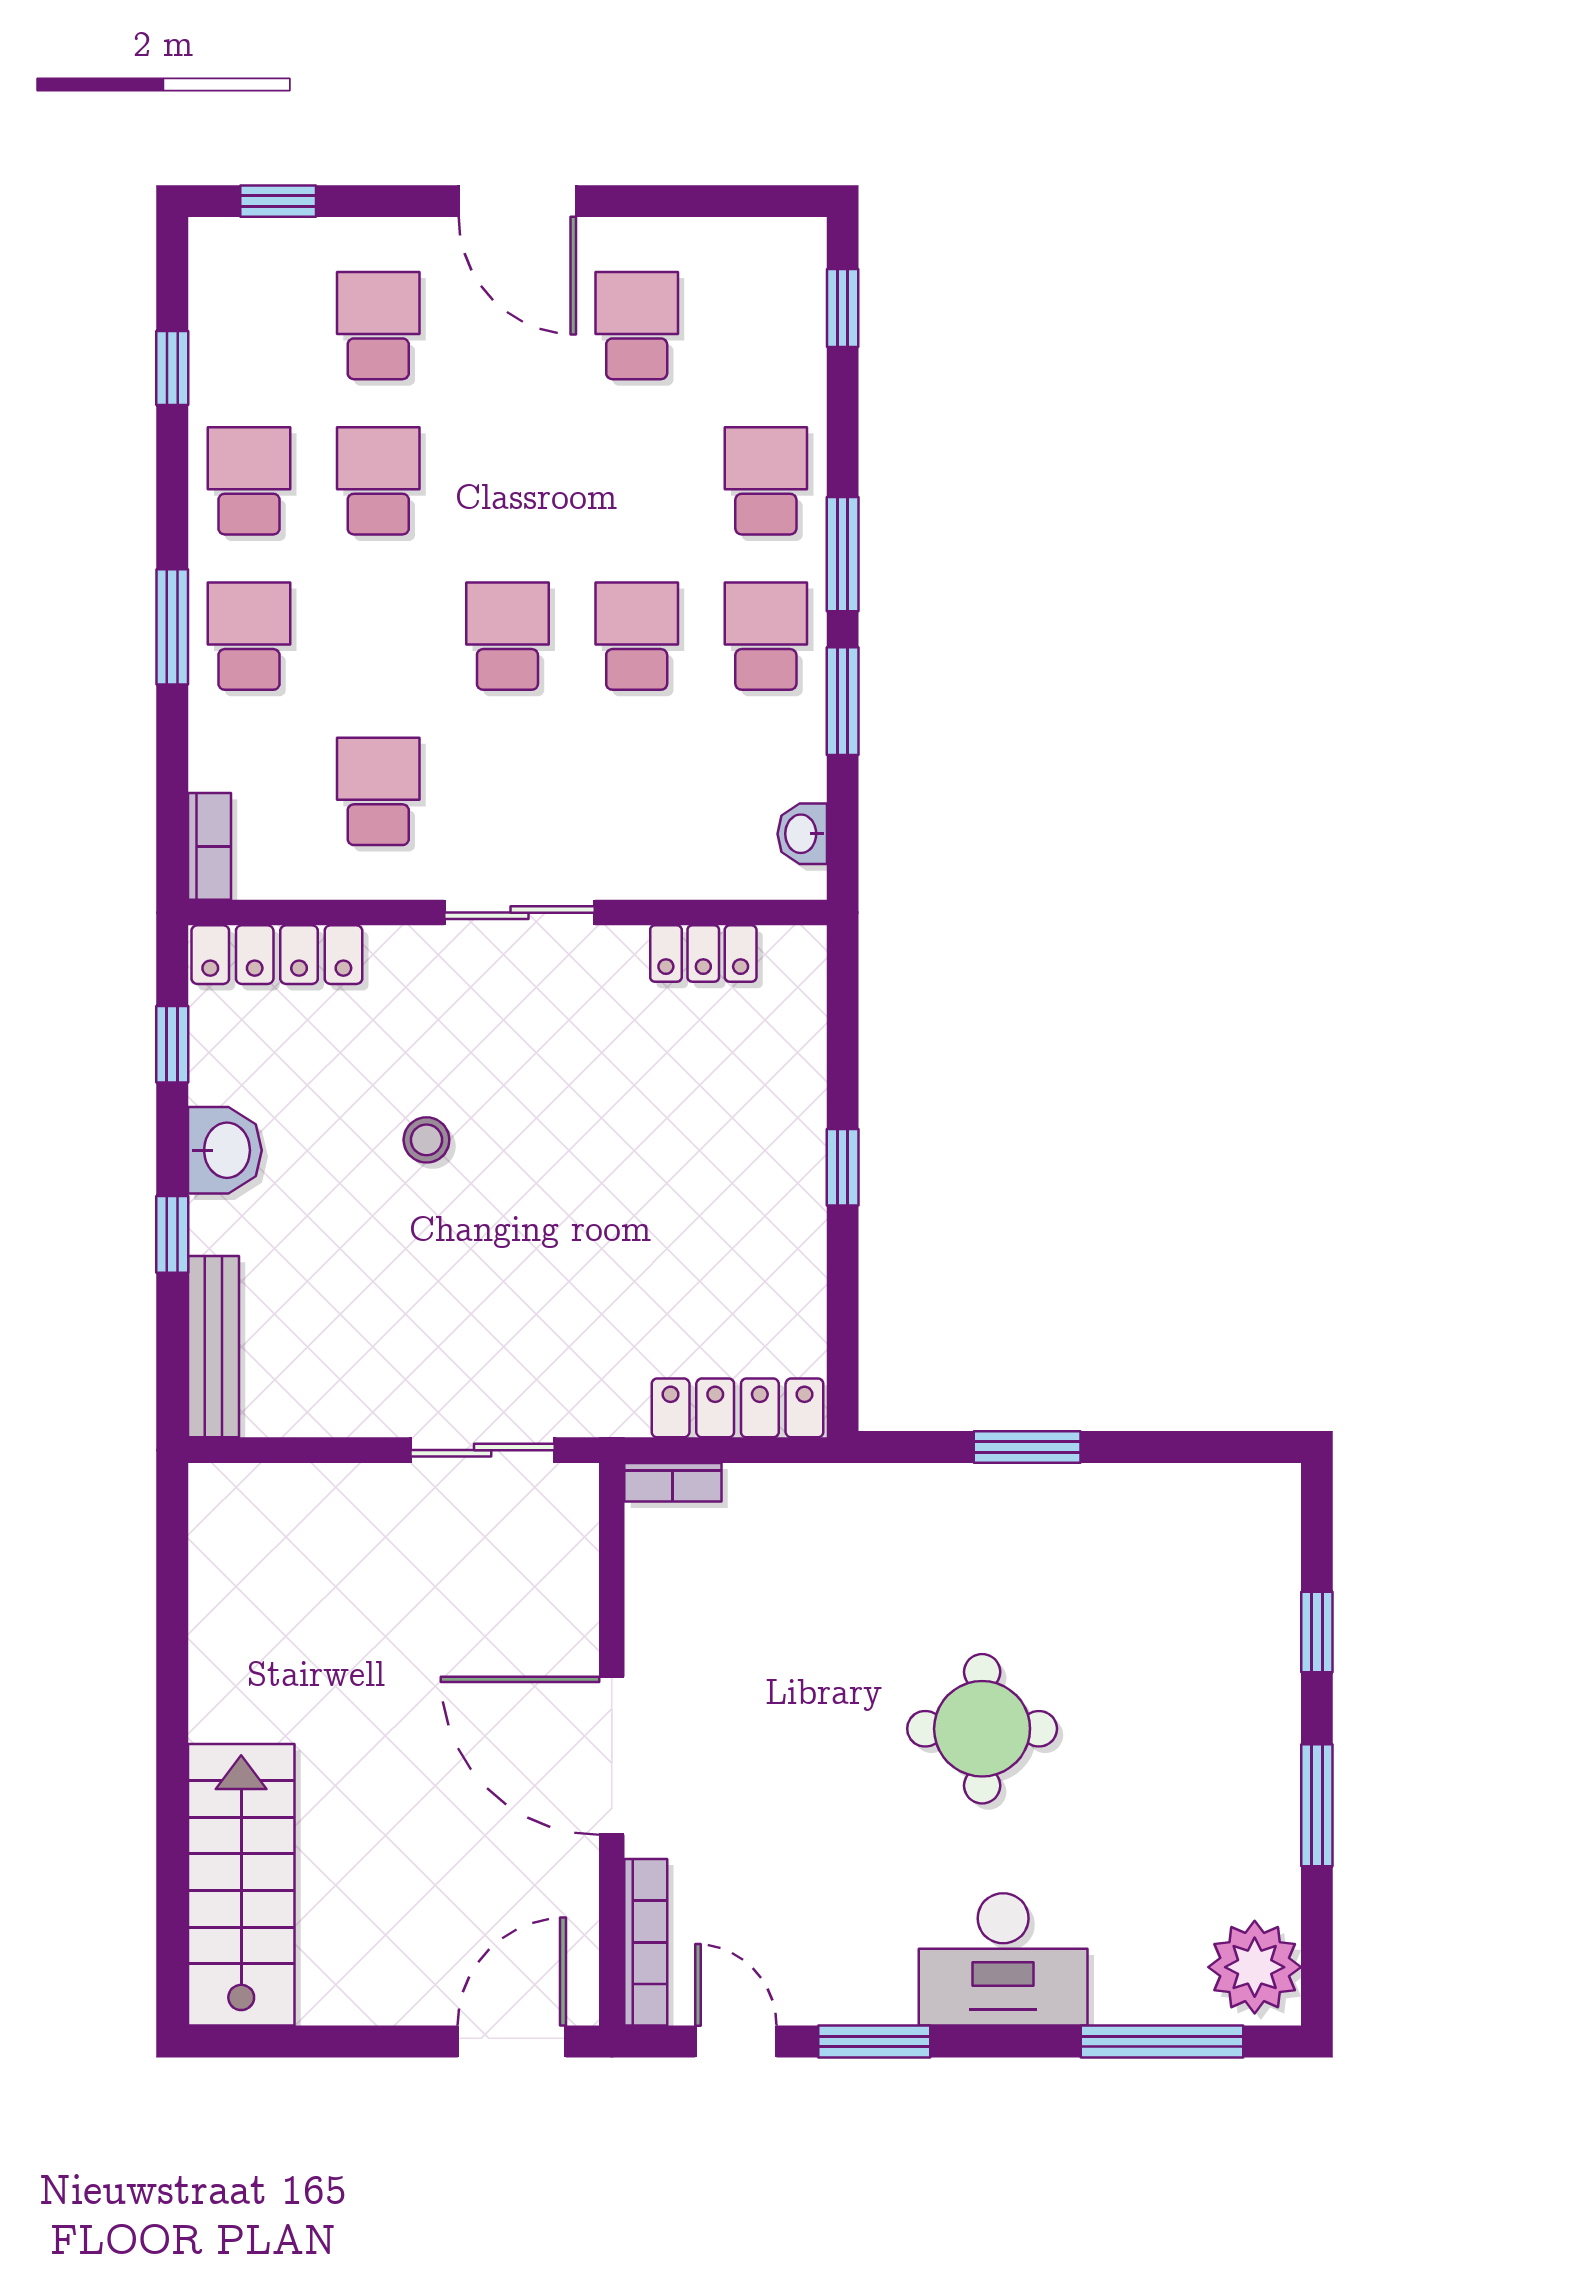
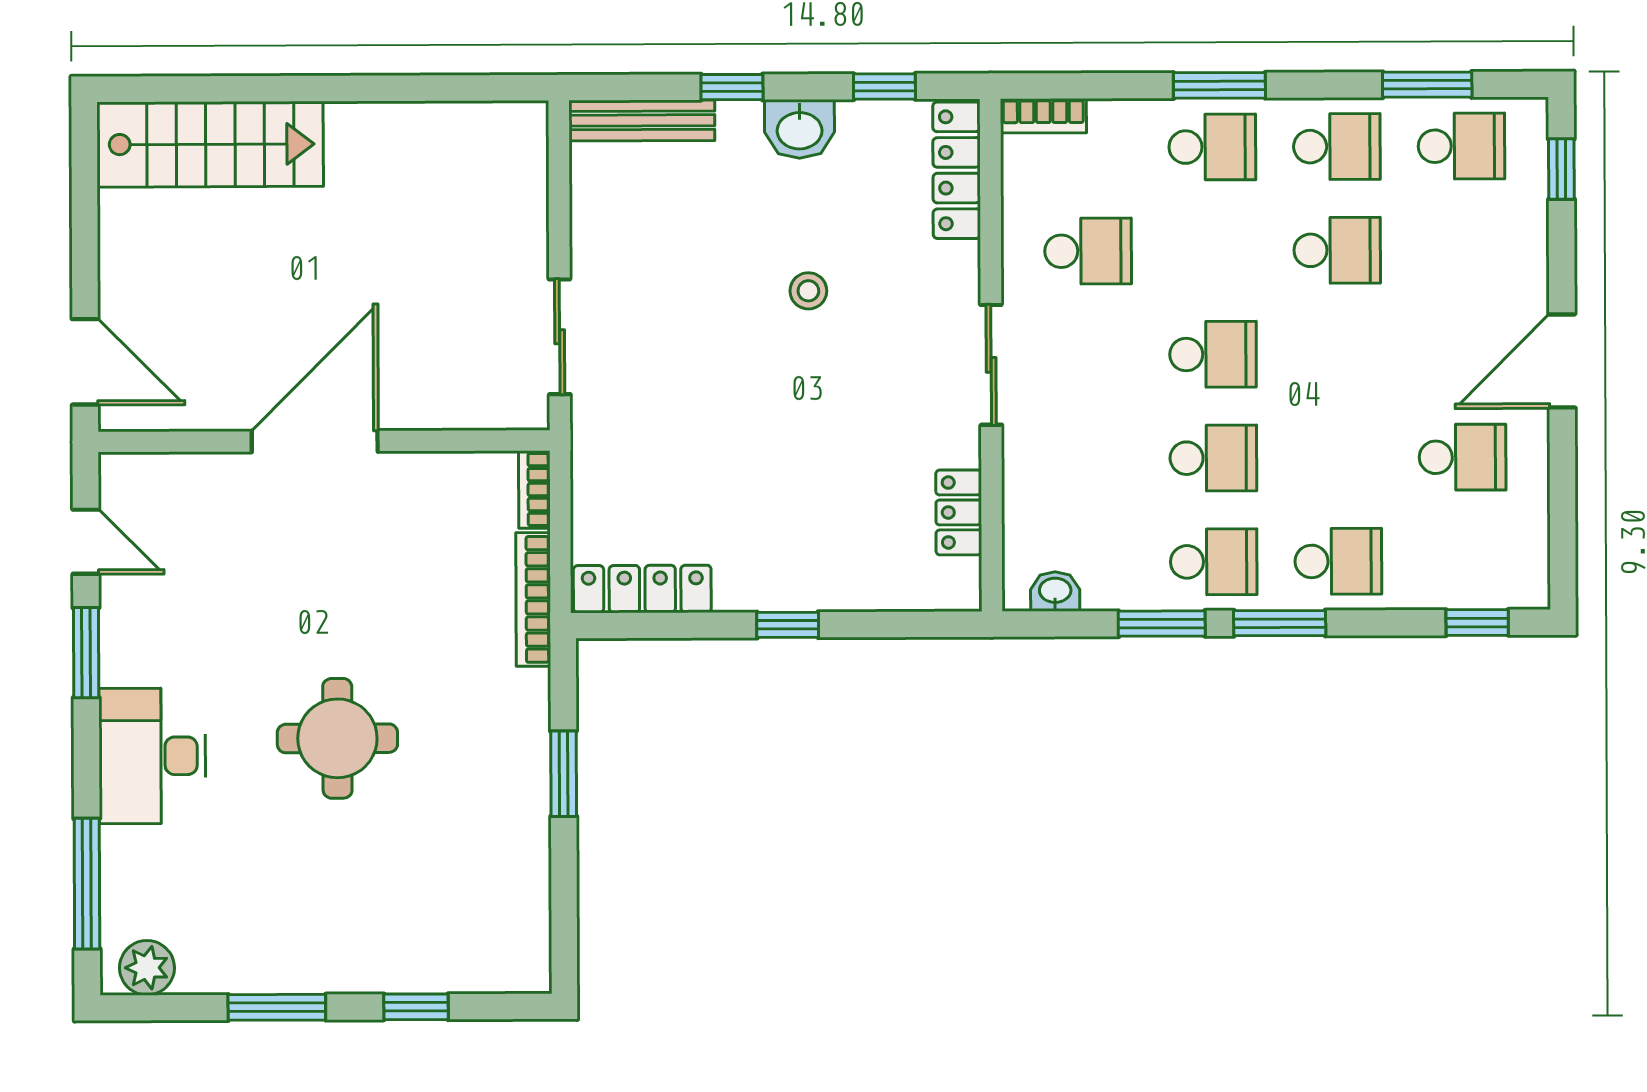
school desk: (378, 326) -> (1461, 146), moved
window: (172, 368) -> (1427, 85), width x1.50
locker: (738, 1408) -> (642, 589), moved, turned -90
bookcase: (646, 1942) -> (533, 599), moved, turned 90
plant: (1255, 1967) -> (147, 968), width x0.73, depth x0.73
door: (736, 2041) -> (86, 542), hinge flipped

